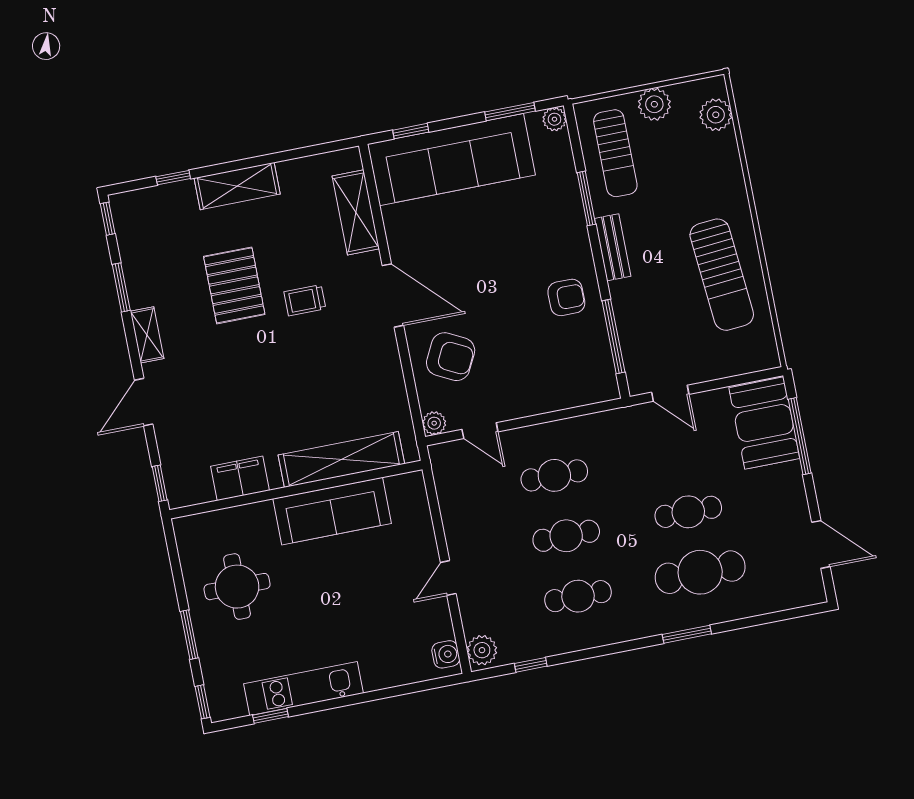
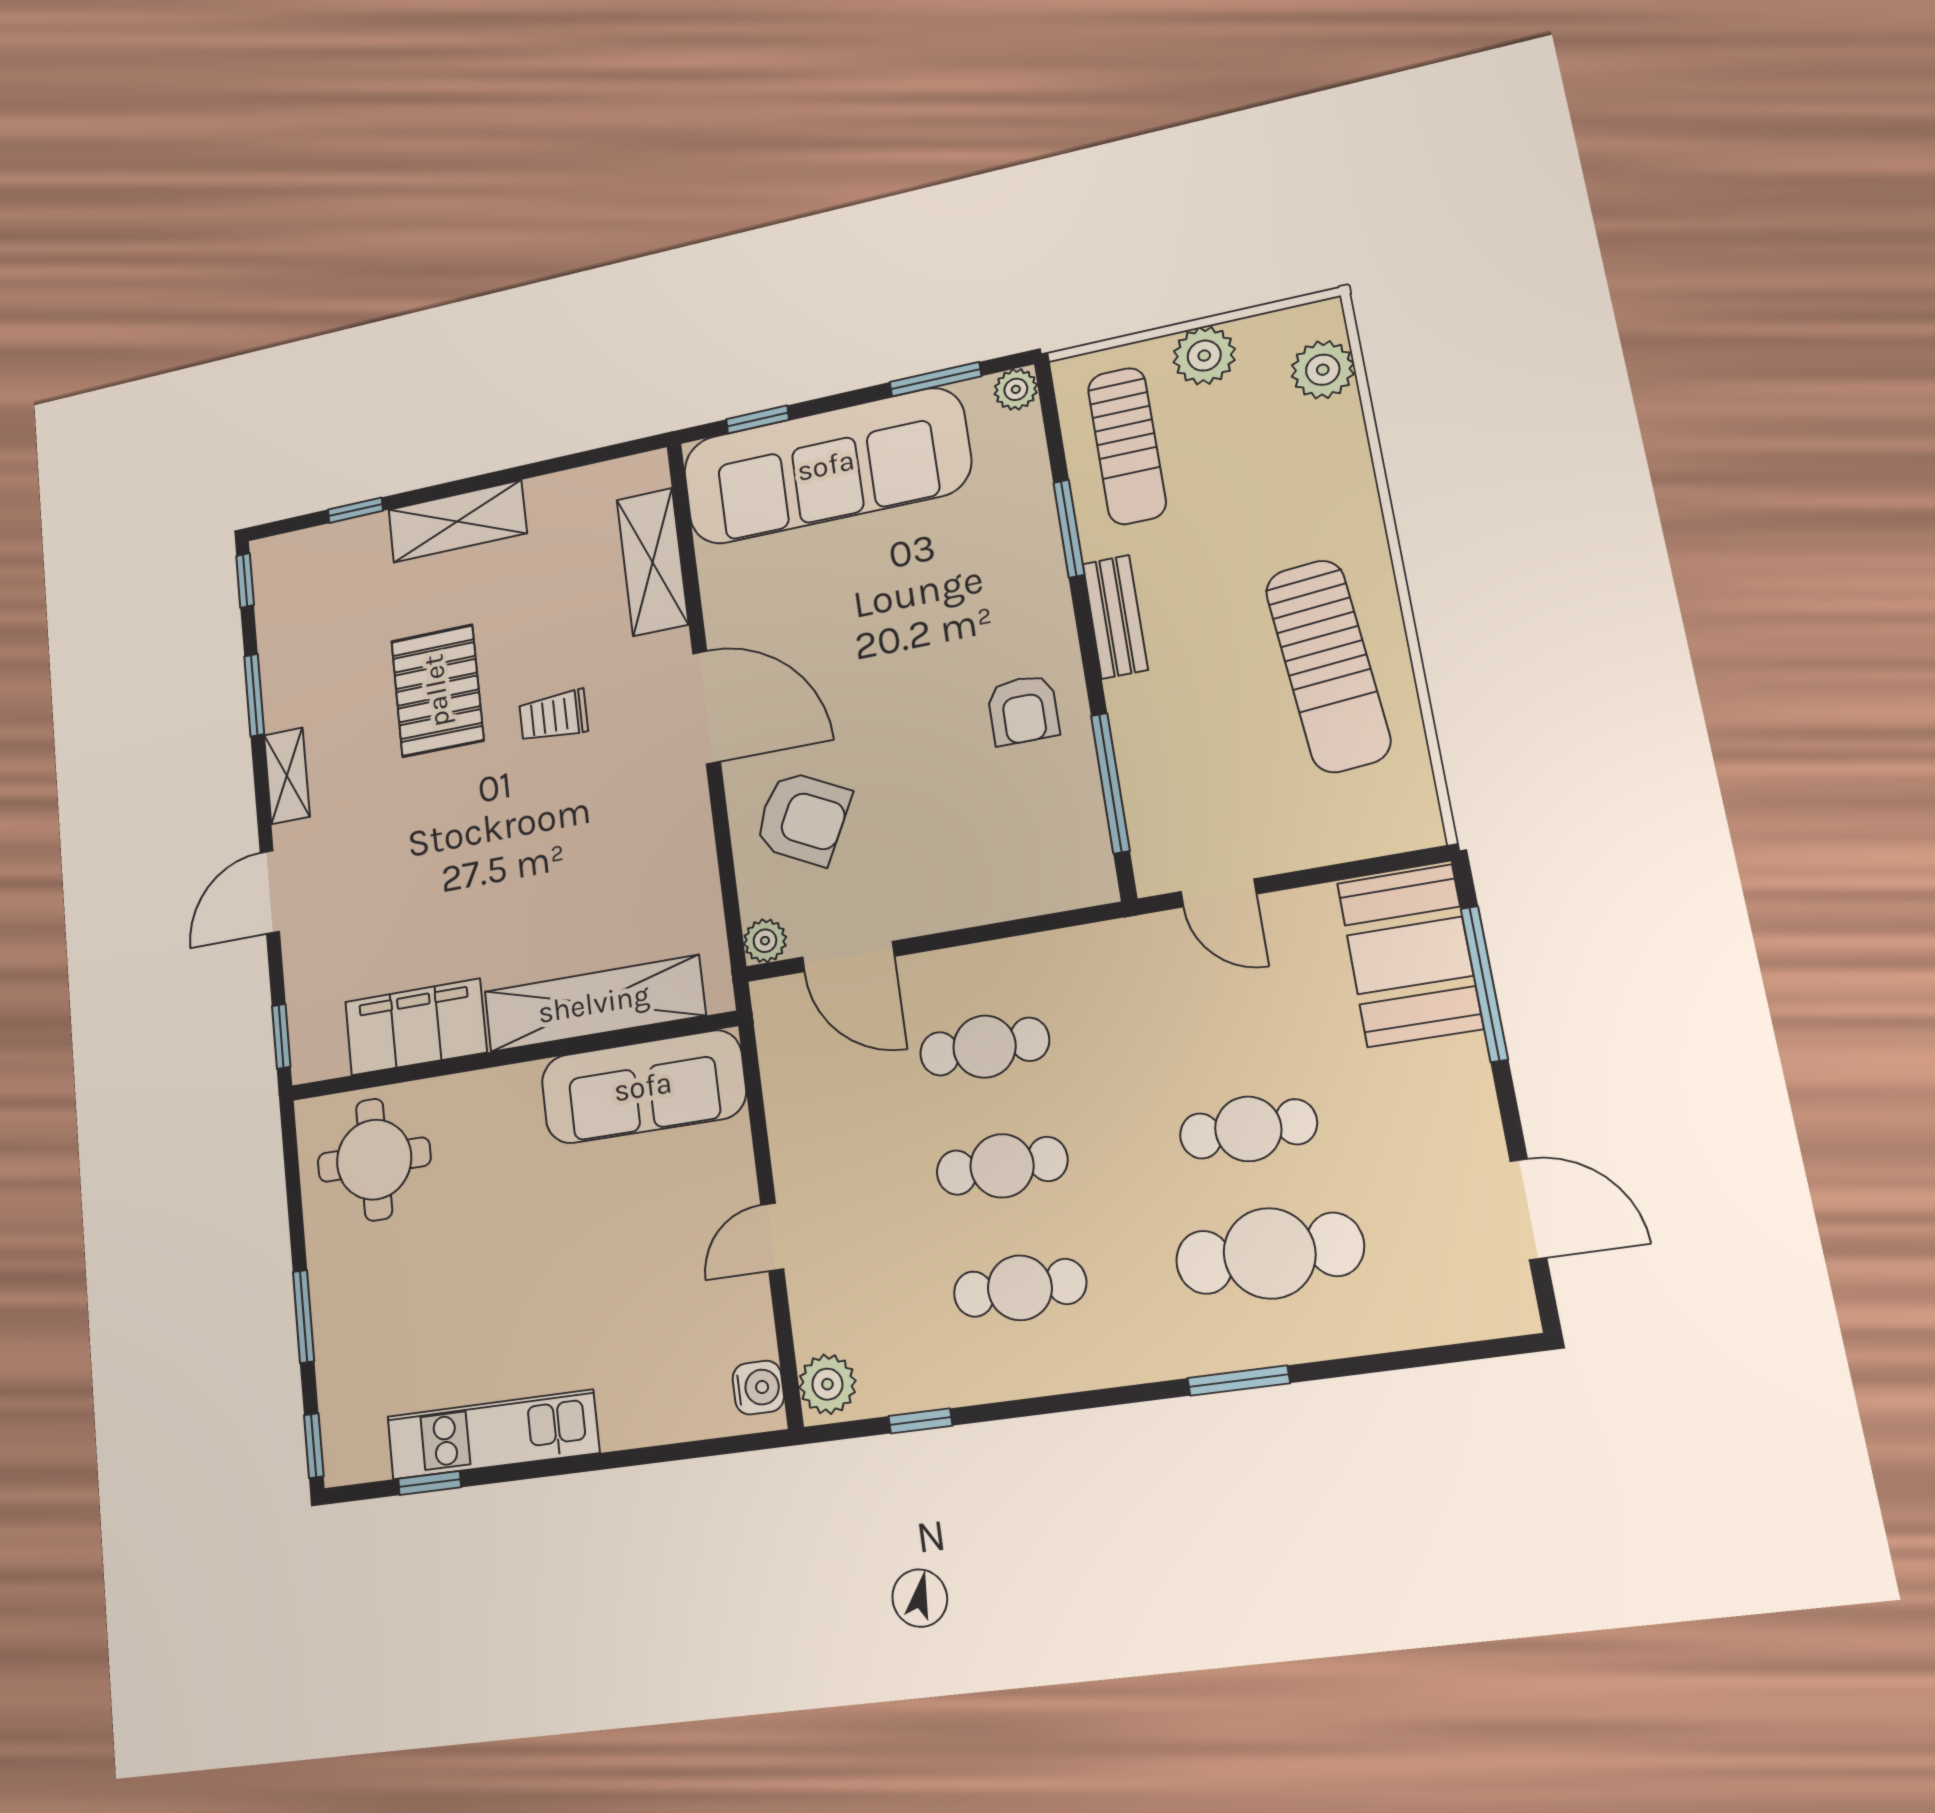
armchair: (566, 297) -> (1023, 710), turned 90
door: (480, 431) -> (848, 957), width x1.38
filing cabinet: (240, 478) -> (416, 1027), width x1.50, depth x1.17
sofa: (332, 511) -> (643, 1087), moved
round table: (237, 587) -> (374, 1160), moved

